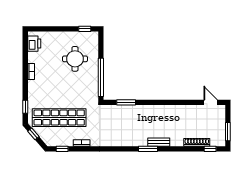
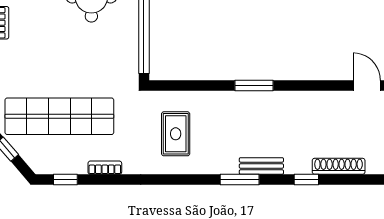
window: (126, 102) -> (254, 85), moved
rug: (117, 126) -> (176, 134), added
window: (210, 149) -> (306, 179), moved

